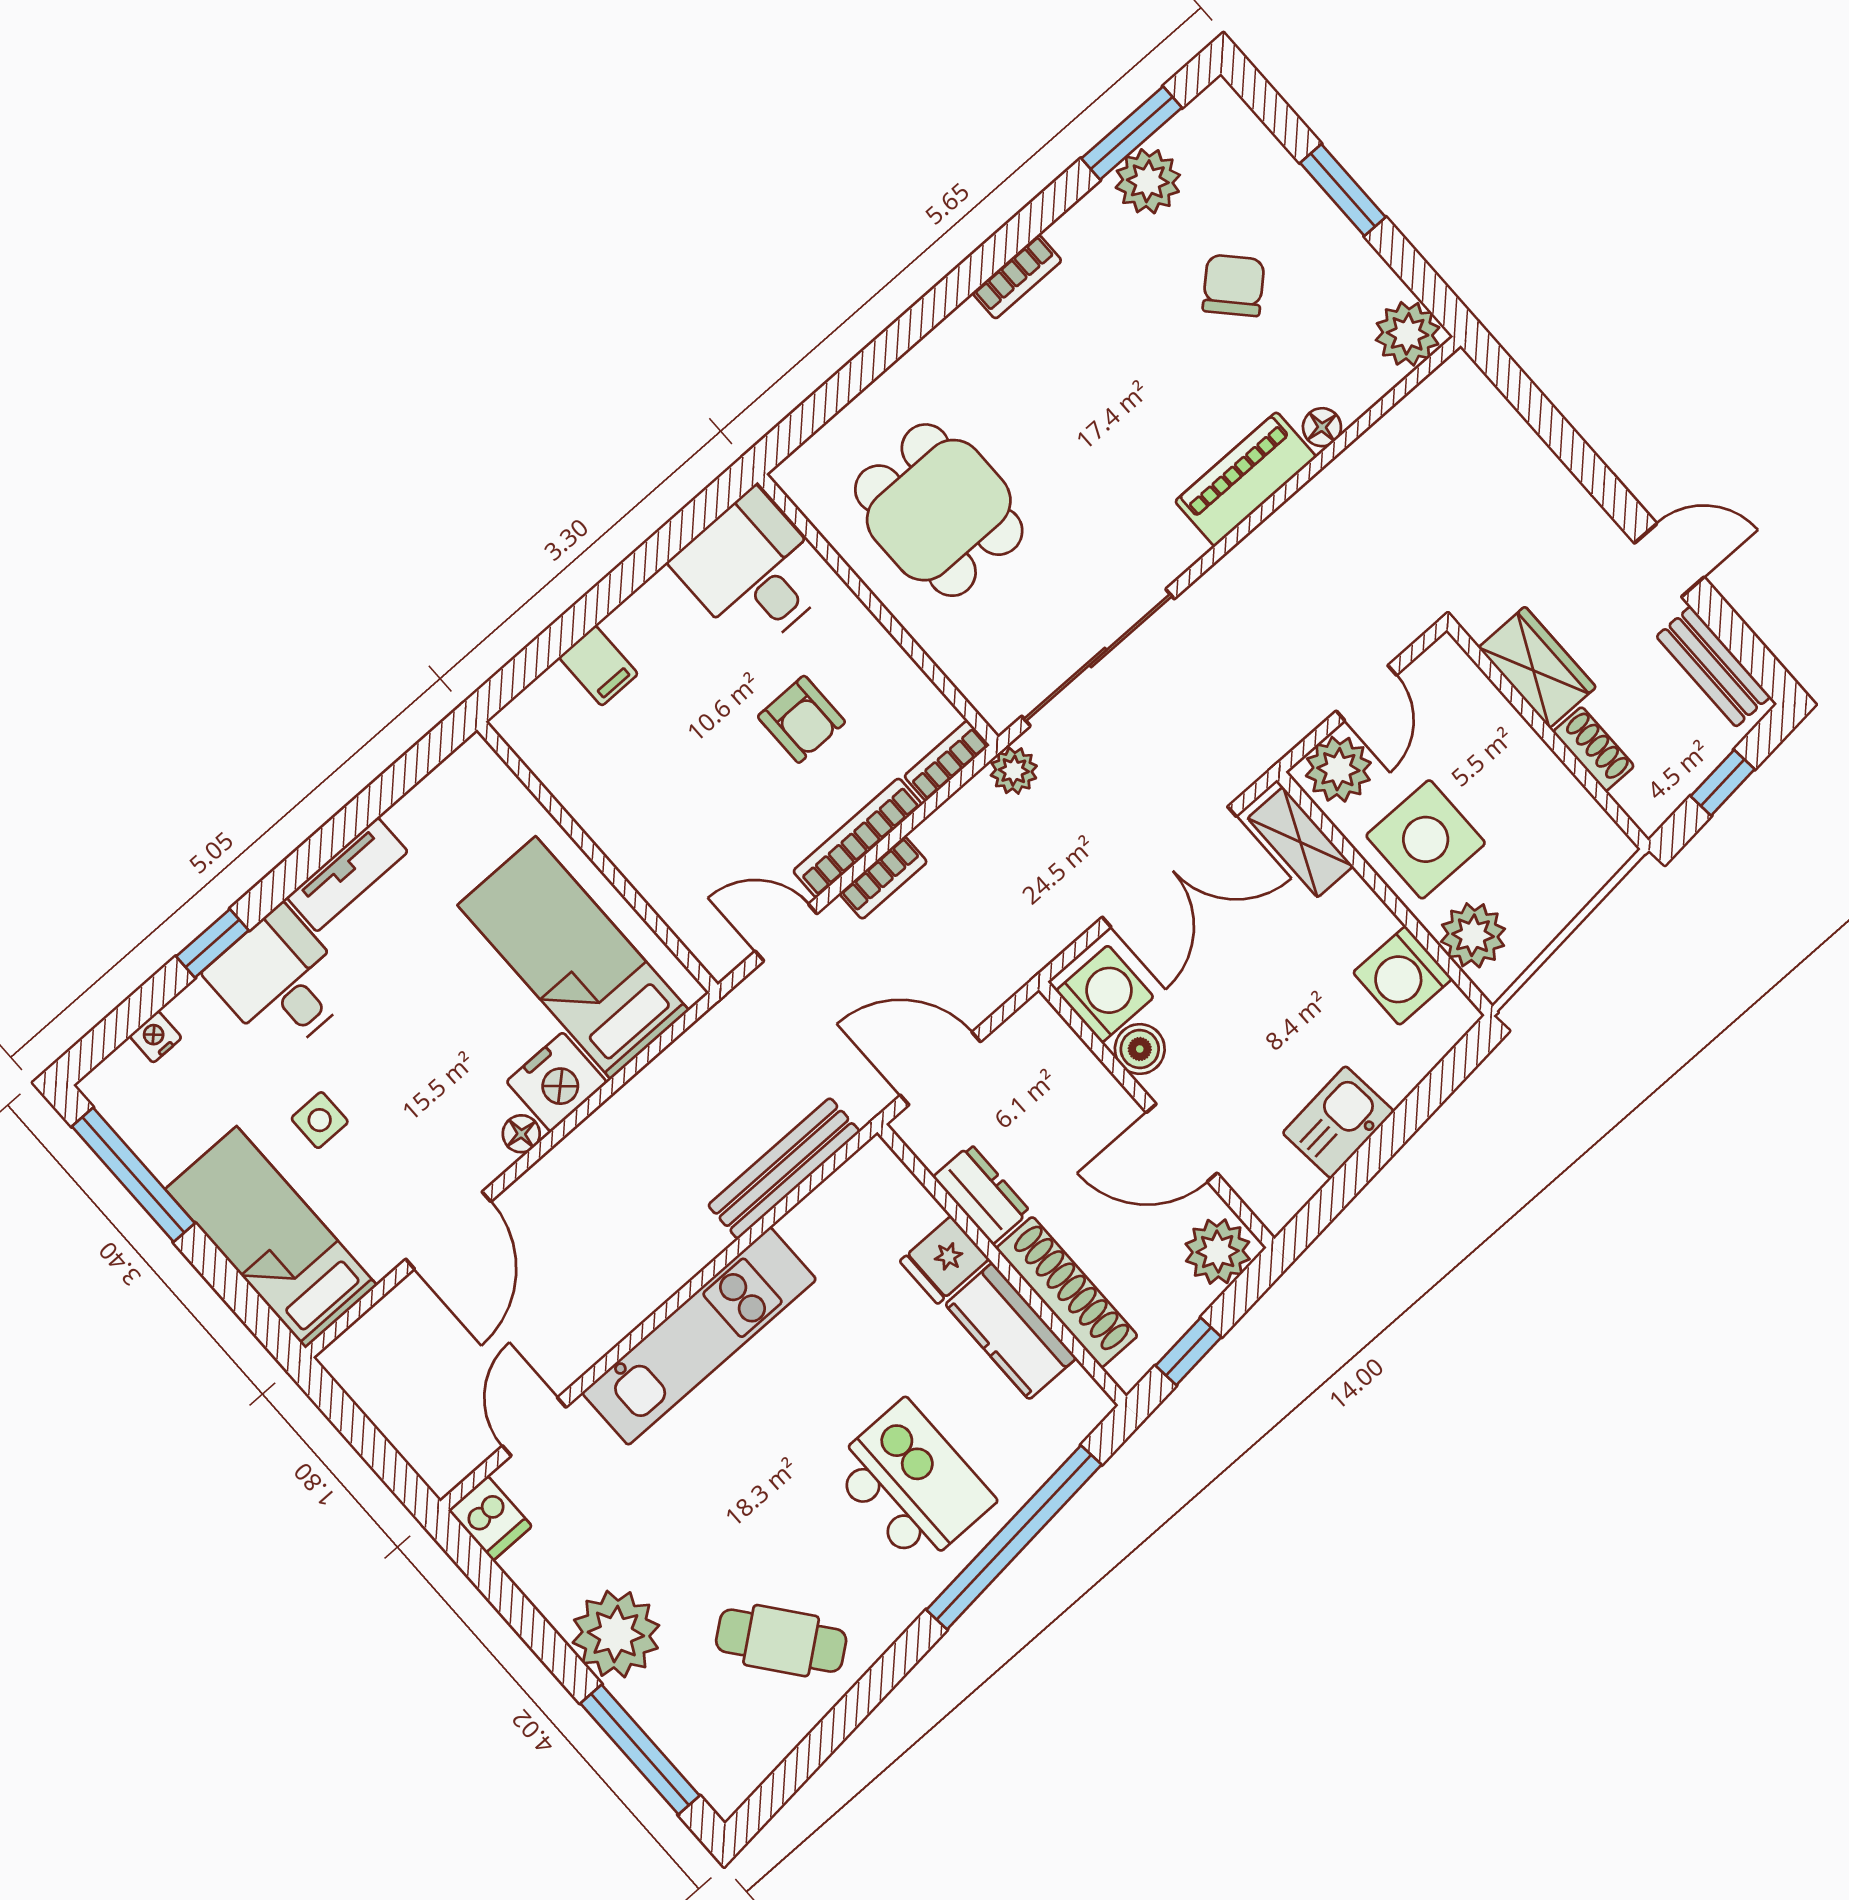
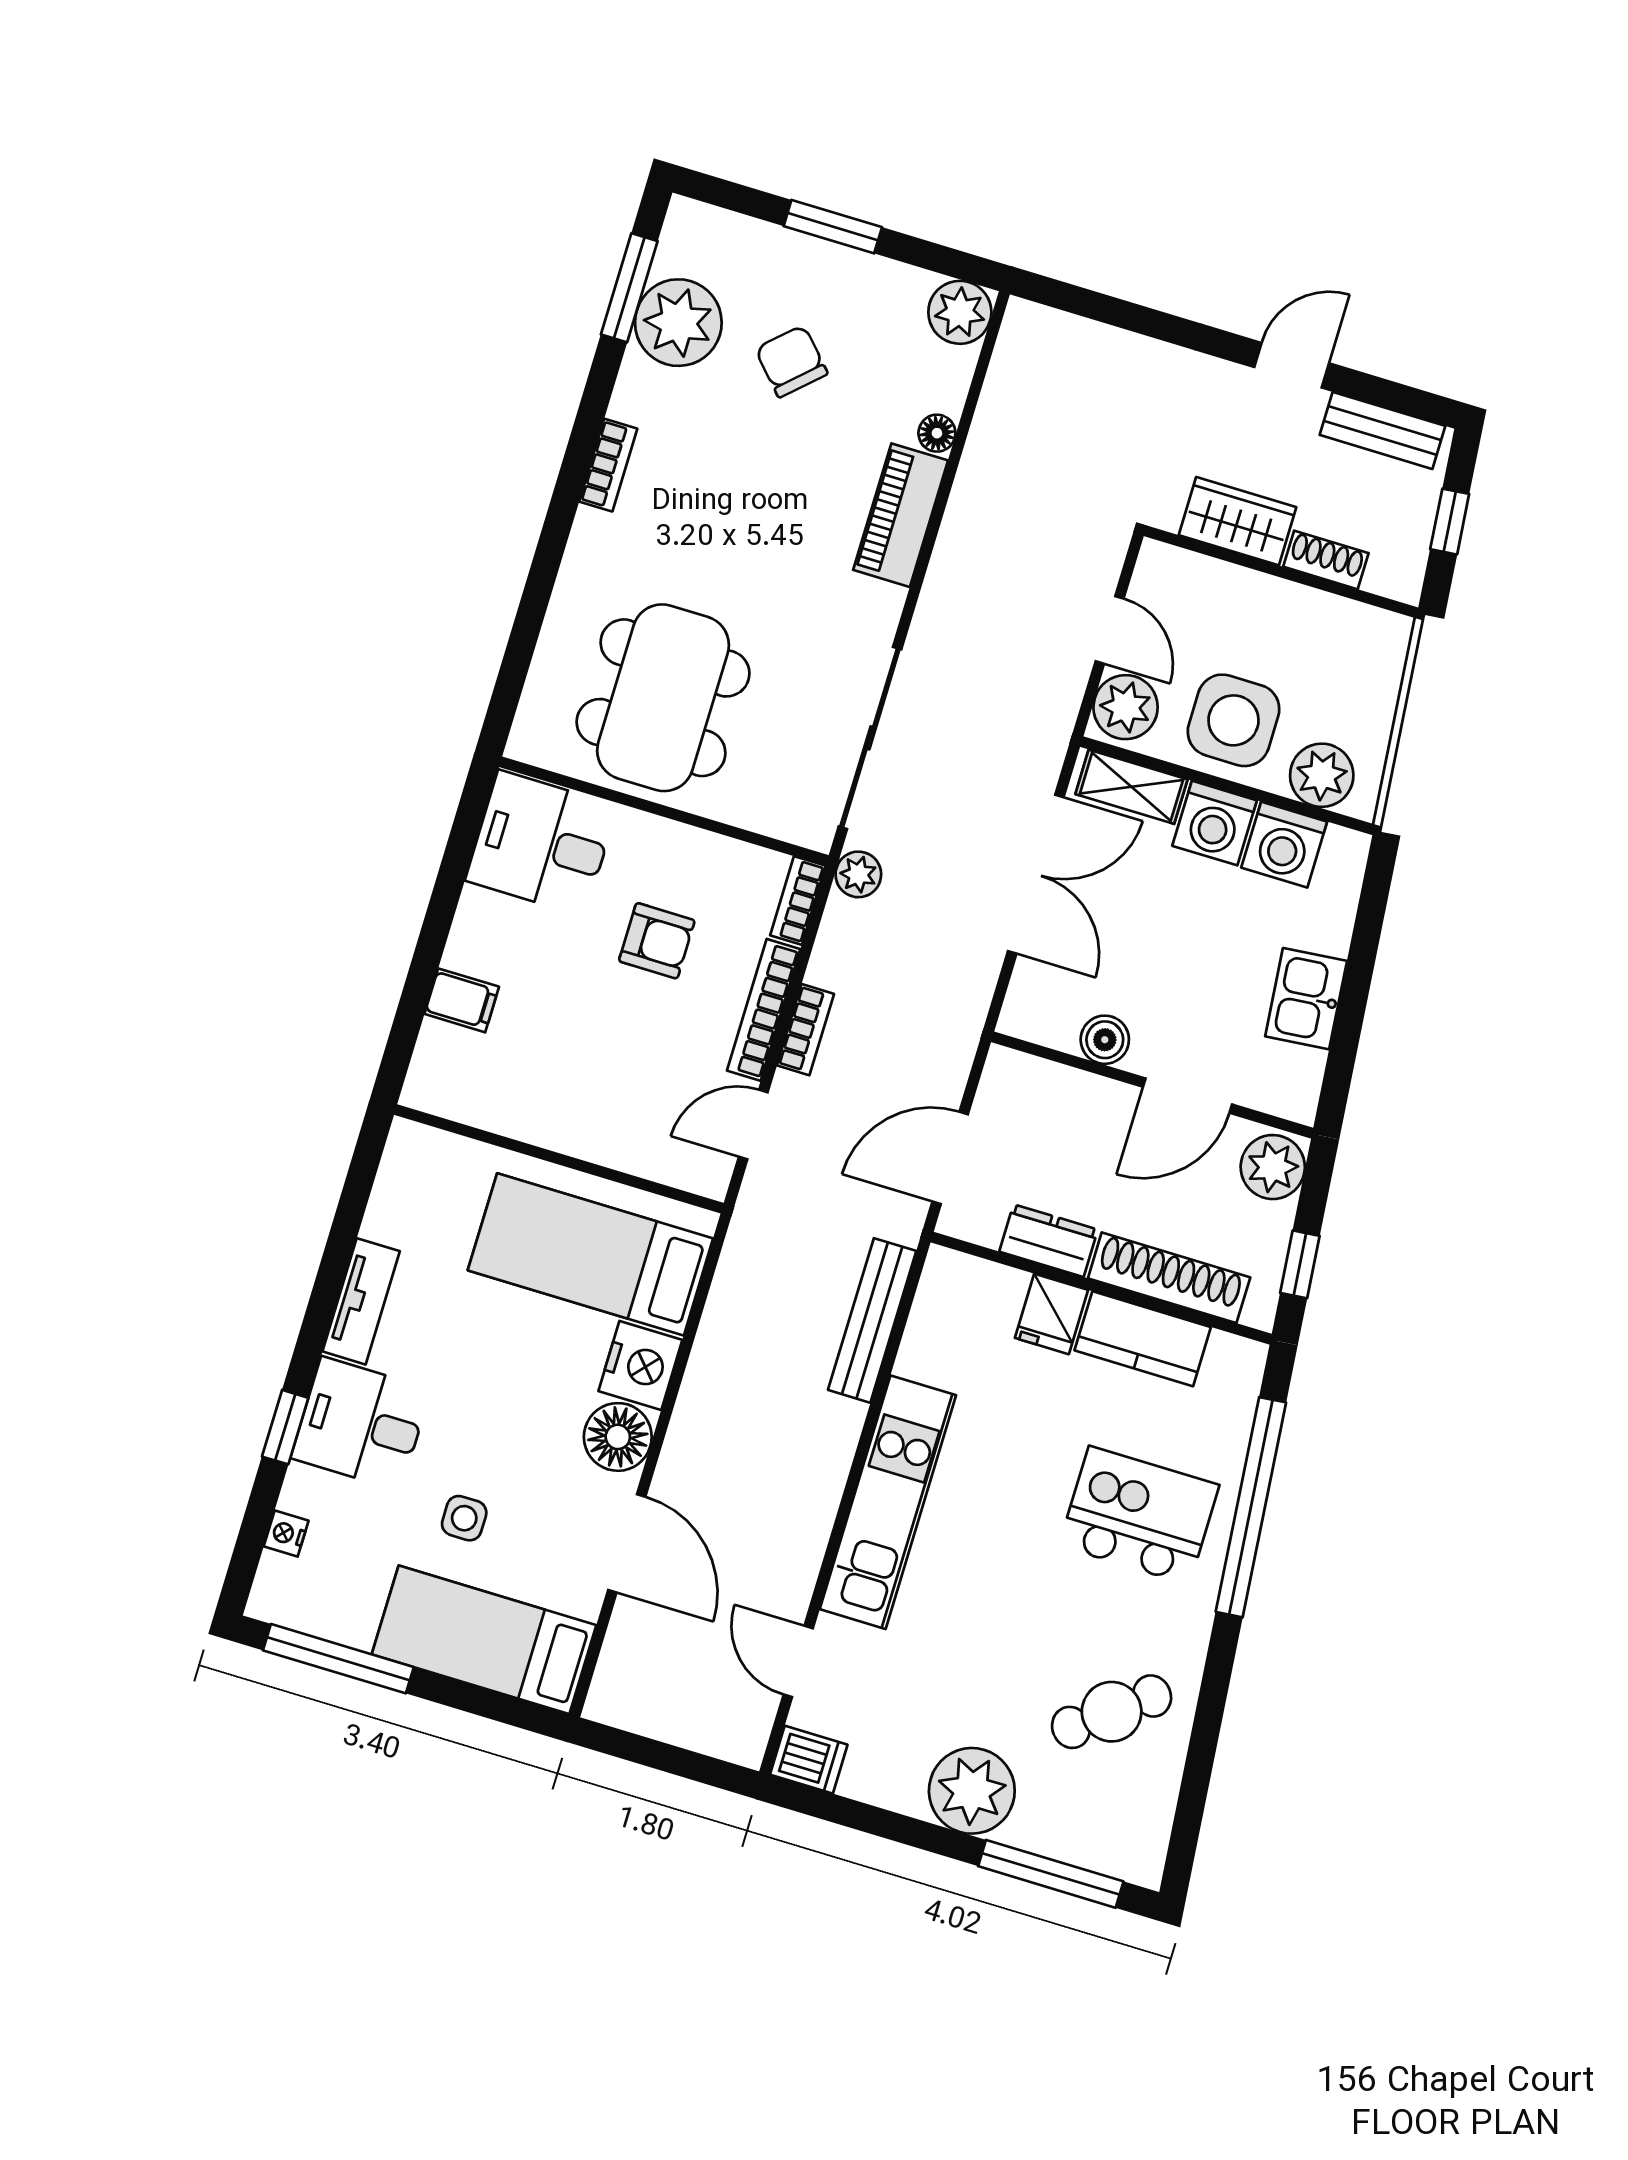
plant: (1148, 181) -> (678, 323), width x1.36, depth x1.36
dining table: (939, 510) -> (663, 698), width x1.38
washing machine: (1105, 994) -> (1215, 823), moved, turned 180
floor lamp: (521, 1134) -> (618, 1437), width x1.89, depth x1.89

